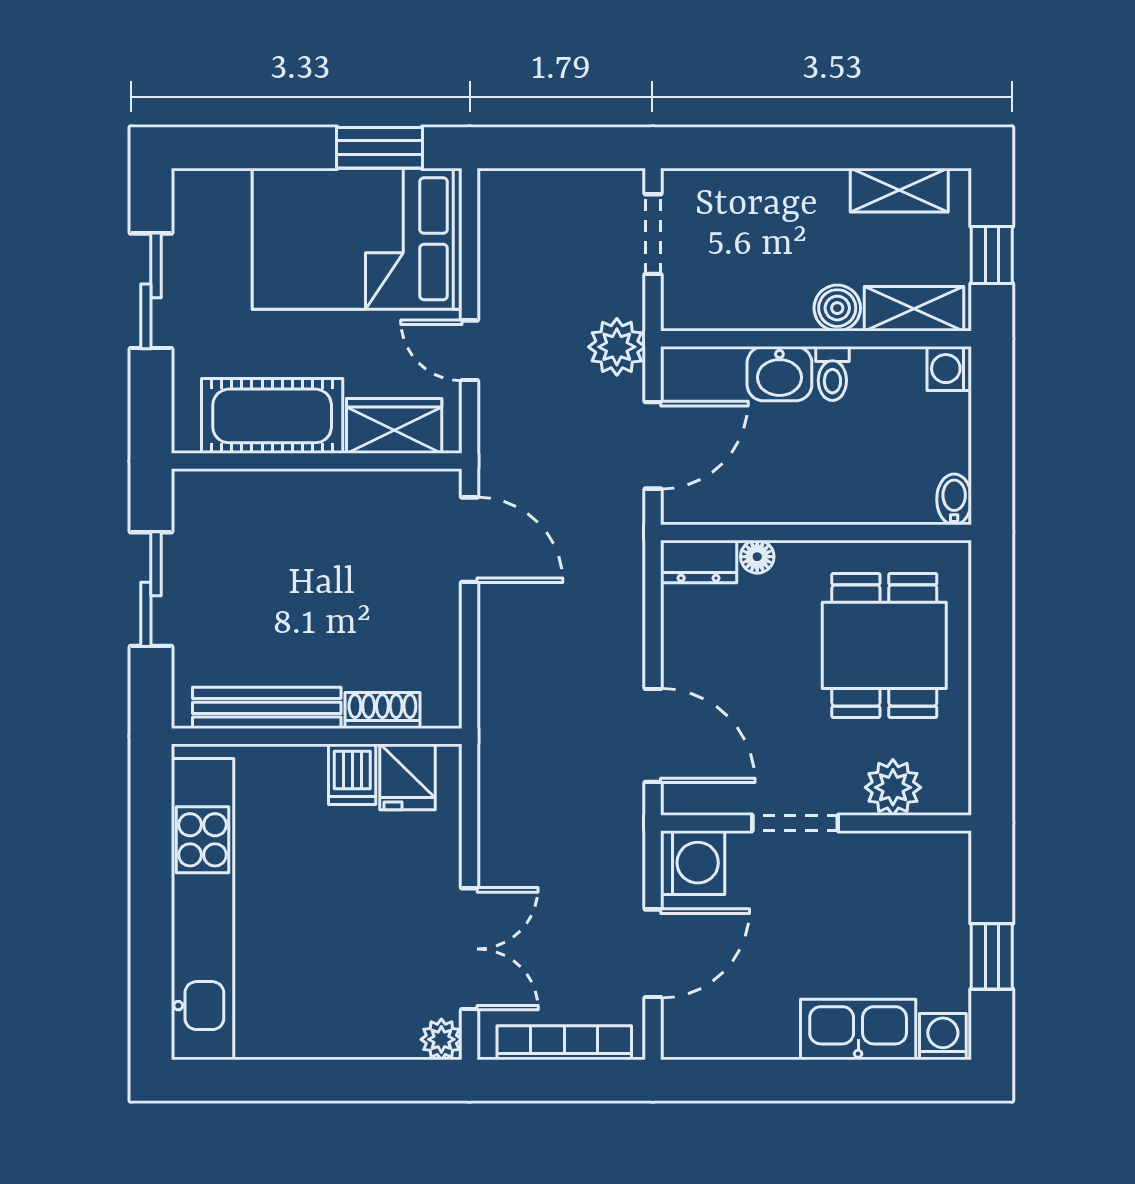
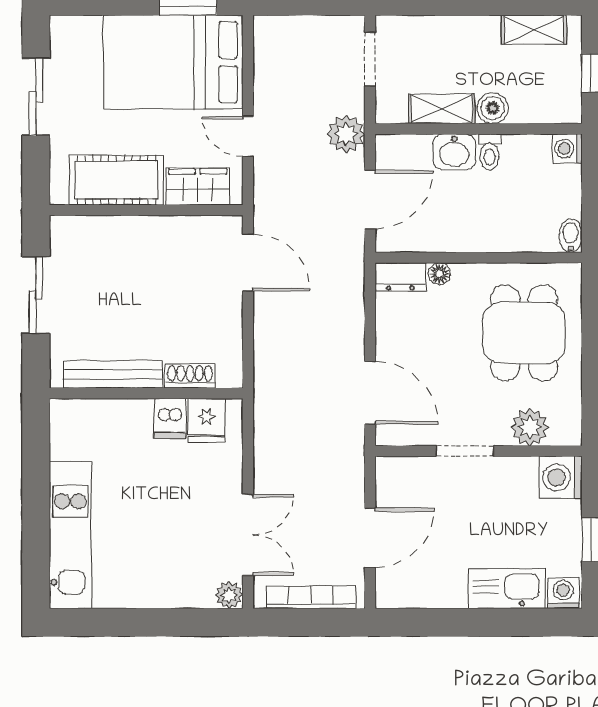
shelving: (914, 309) -> (442, 109), moved
washing machine: (693, 863) -> (561, 477), moved, turned 180
kitchen unit: (203, 909) -> (70, 535), width x0.73

